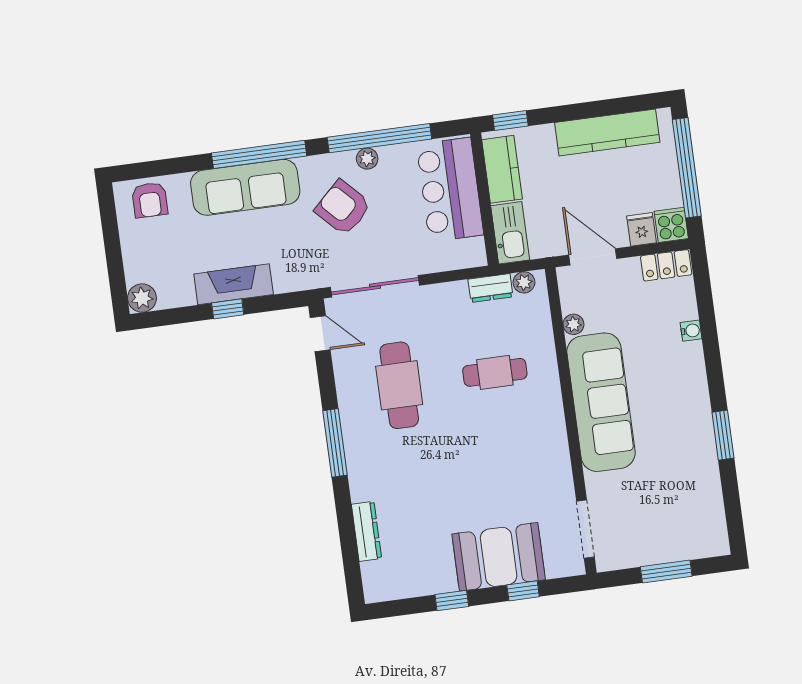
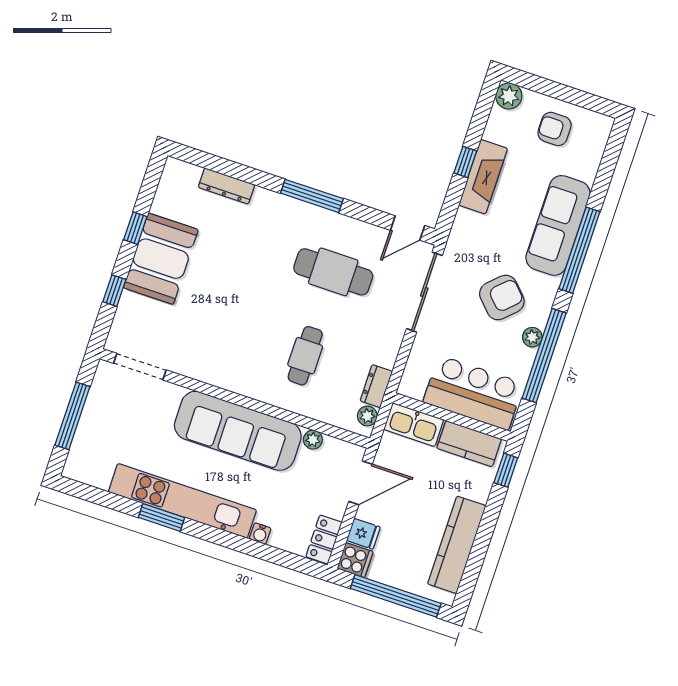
armchair: (150, 200) -> (555, 129), moved
kitchen unit: (696, 423) -> (182, 501), added
booth: (499, 557) -> (161, 259), moved
window: (666, 572) -> (72, 416), width x1.44

